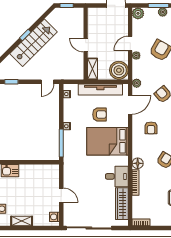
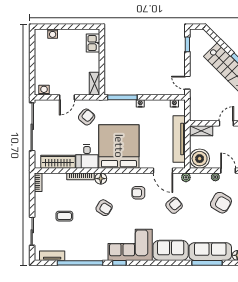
armchair: (99, 114) -> (87, 117), moved, turned -140
bed: (107, 141) -> (119, 146), width x1.36
shelving: (22, 221) -> (94, 84), moved

